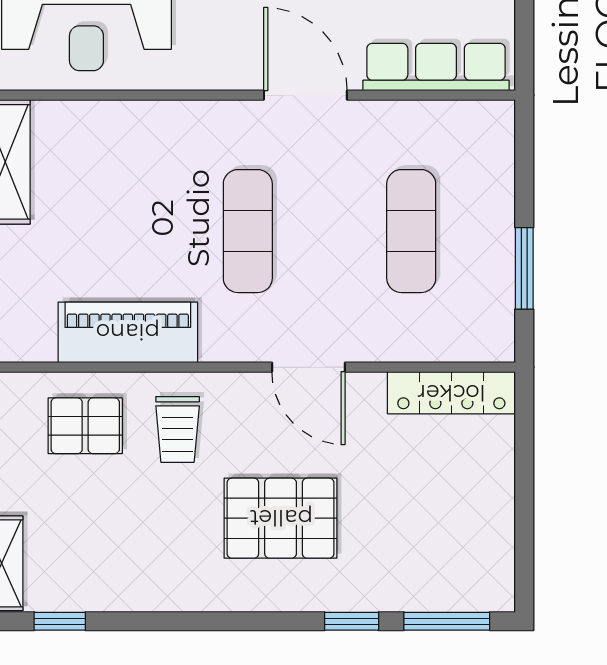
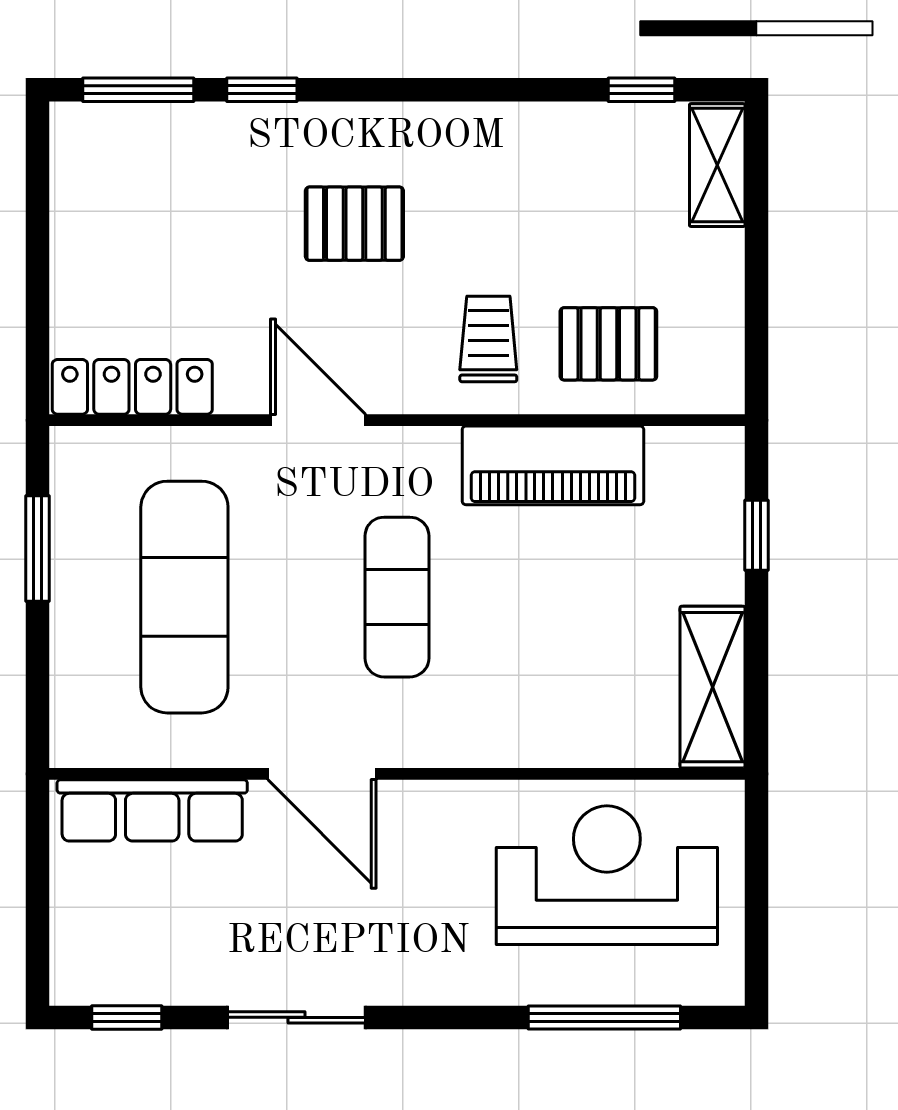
exercise mat: (411, 231) -> (184, 597), width x1.36, depth x1.45
pallet: (281, 518) -> (354, 224), width x0.67, depth x0.71

